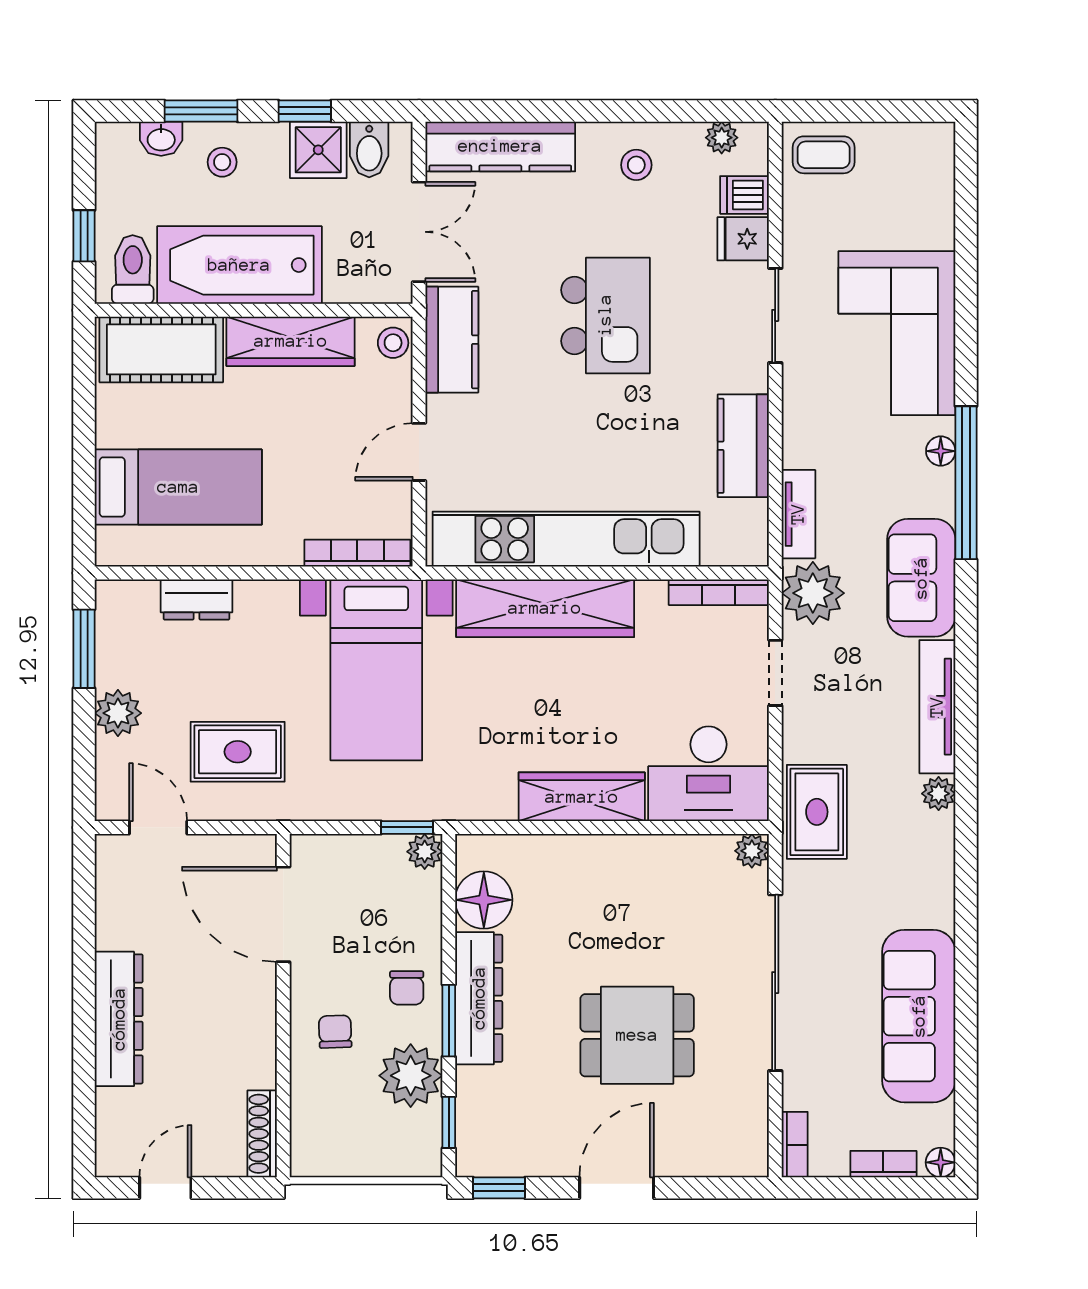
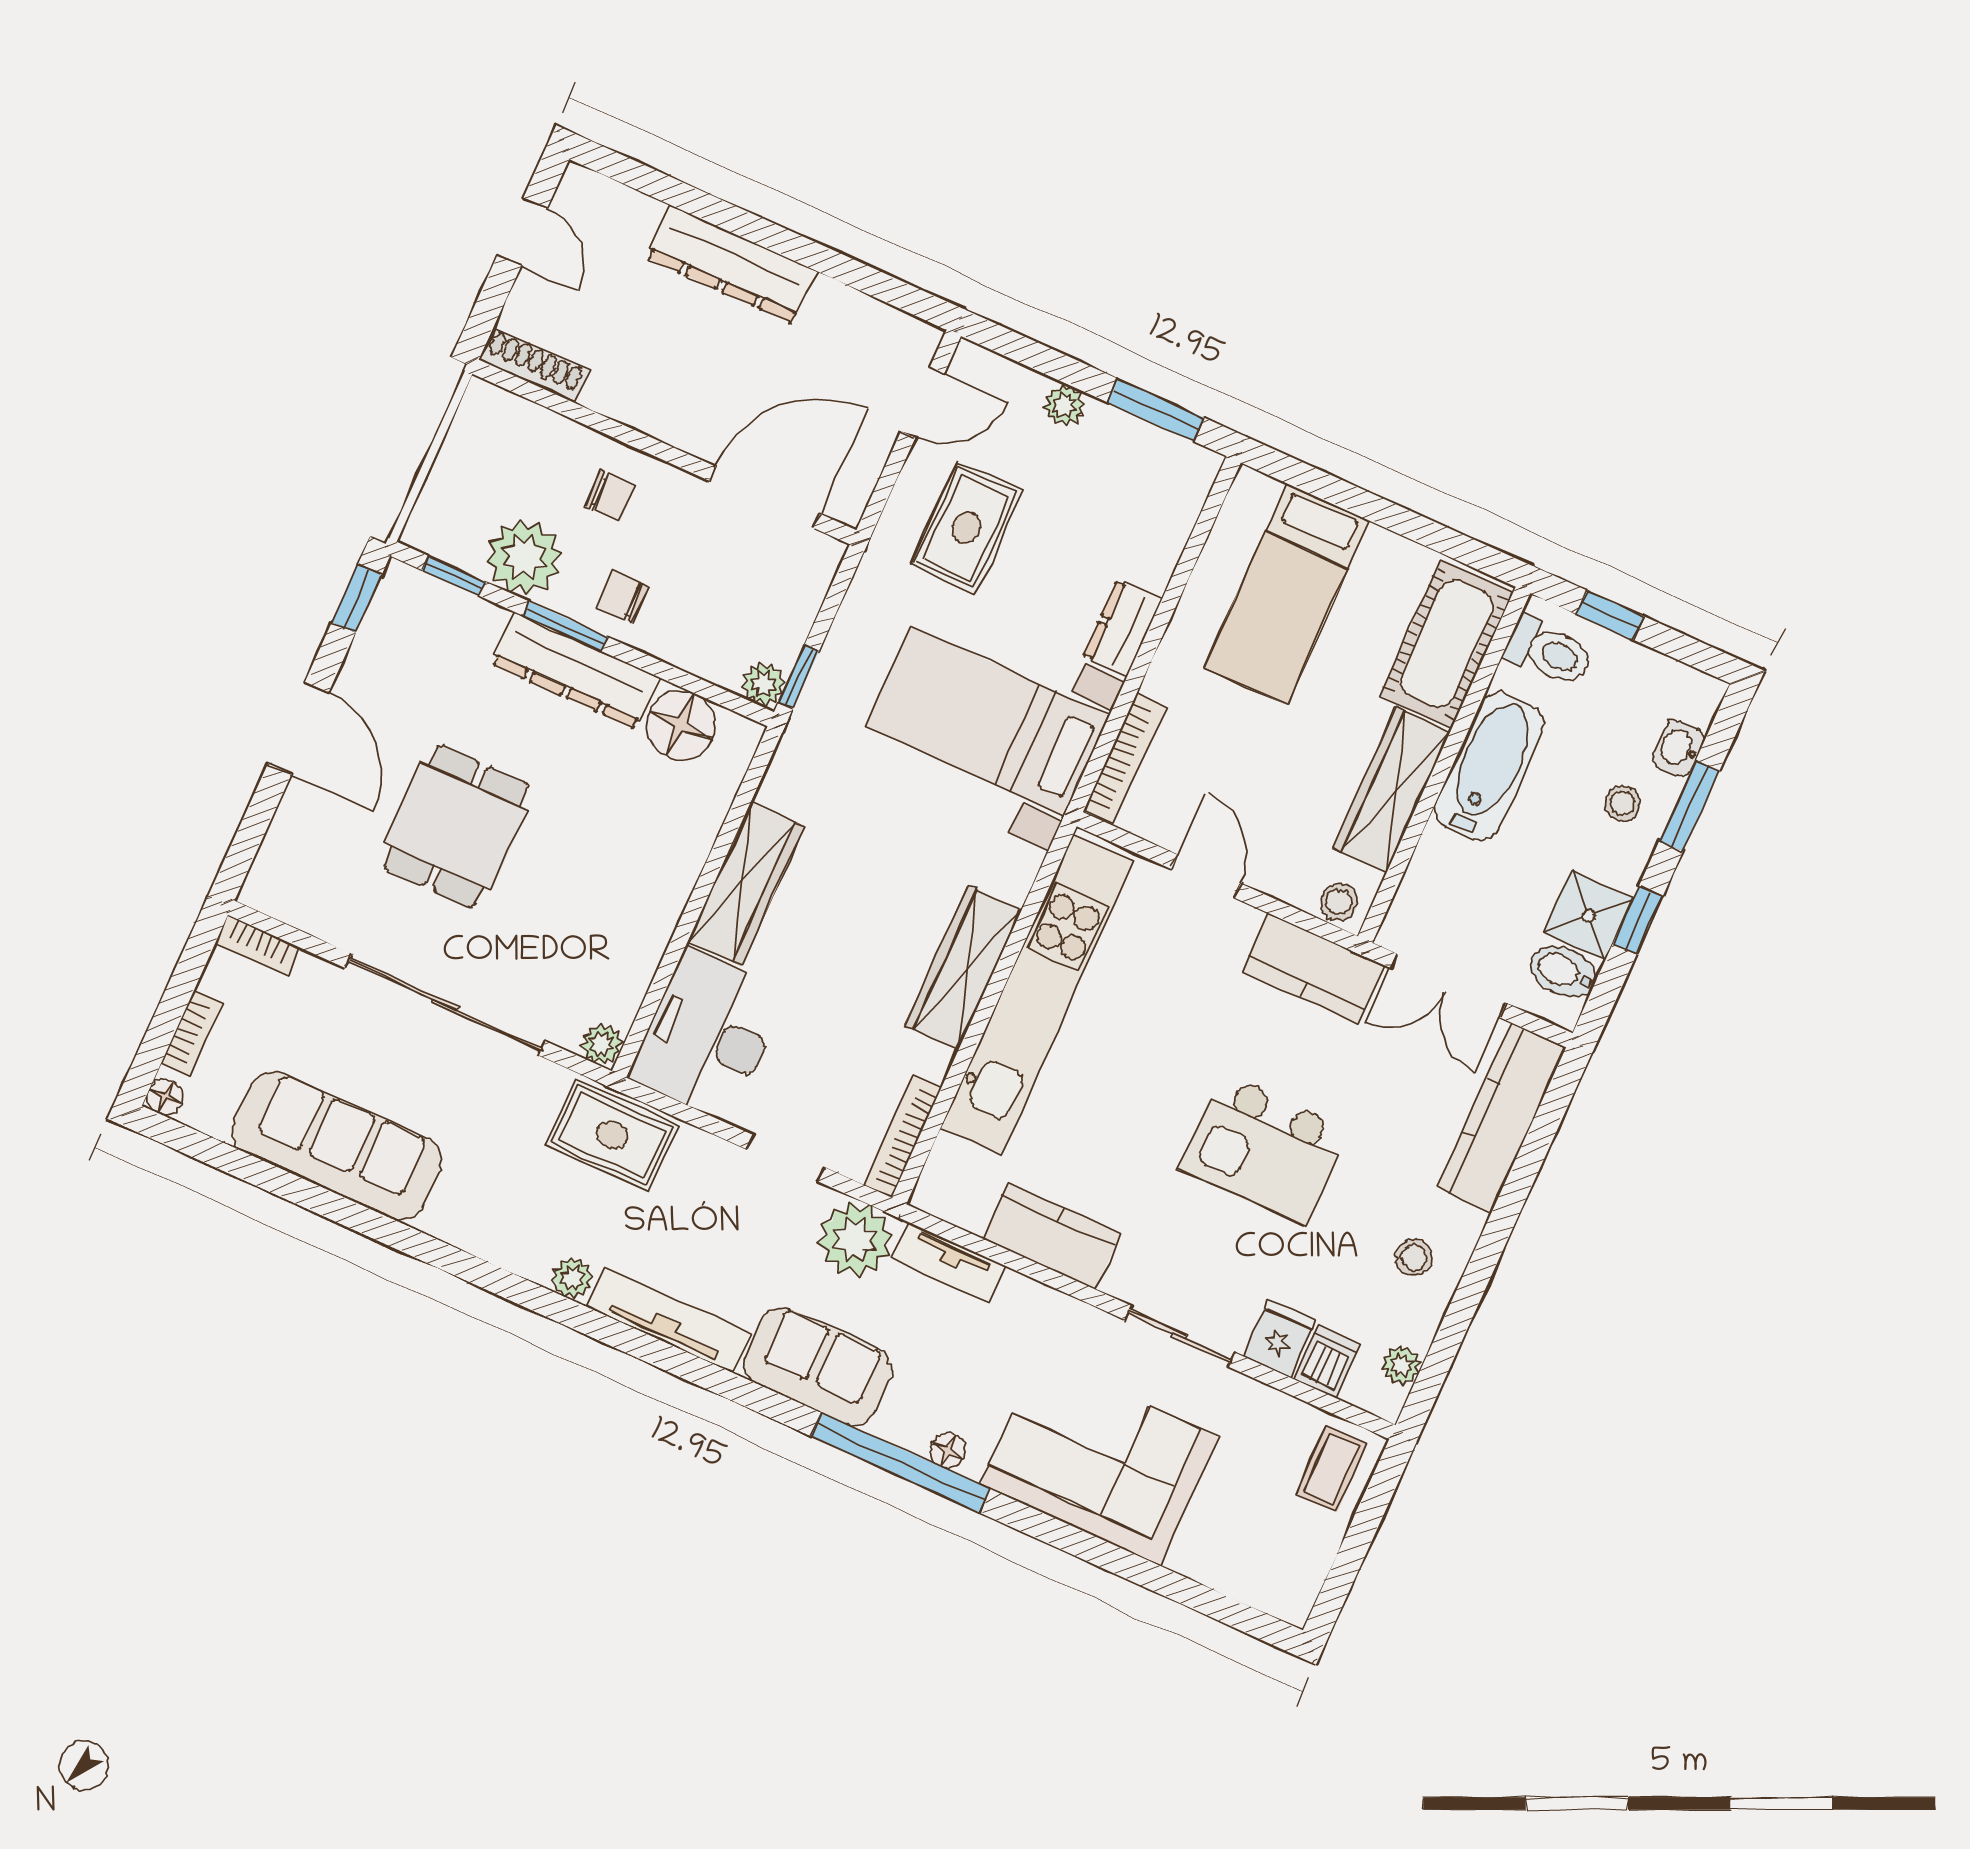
bathtub: (239, 265) -> (1489, 766), width x0.73, depth x0.73
dresser: (197, 600) -> (1122, 629), moved
wardrobe: (545, 608) -> (963, 967), width x0.71, depth x0.85
plant: (118, 713) -> (1064, 405), width x0.73, depth x0.73

